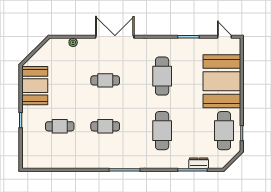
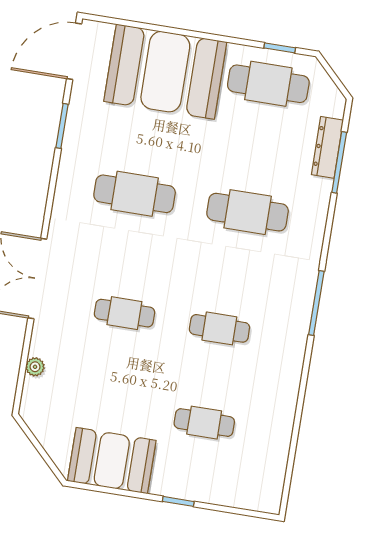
door: (225, 37) -> (74, 51), width x1.88
cafe table: (105, 80) -> (124, 313), turned 90
cafe table: (60, 126) -> (204, 423), turned 90
cafe table: (105, 126) -> (219, 328), turned 90
dresser: (199, 163) -> (327, 147), width x1.44

